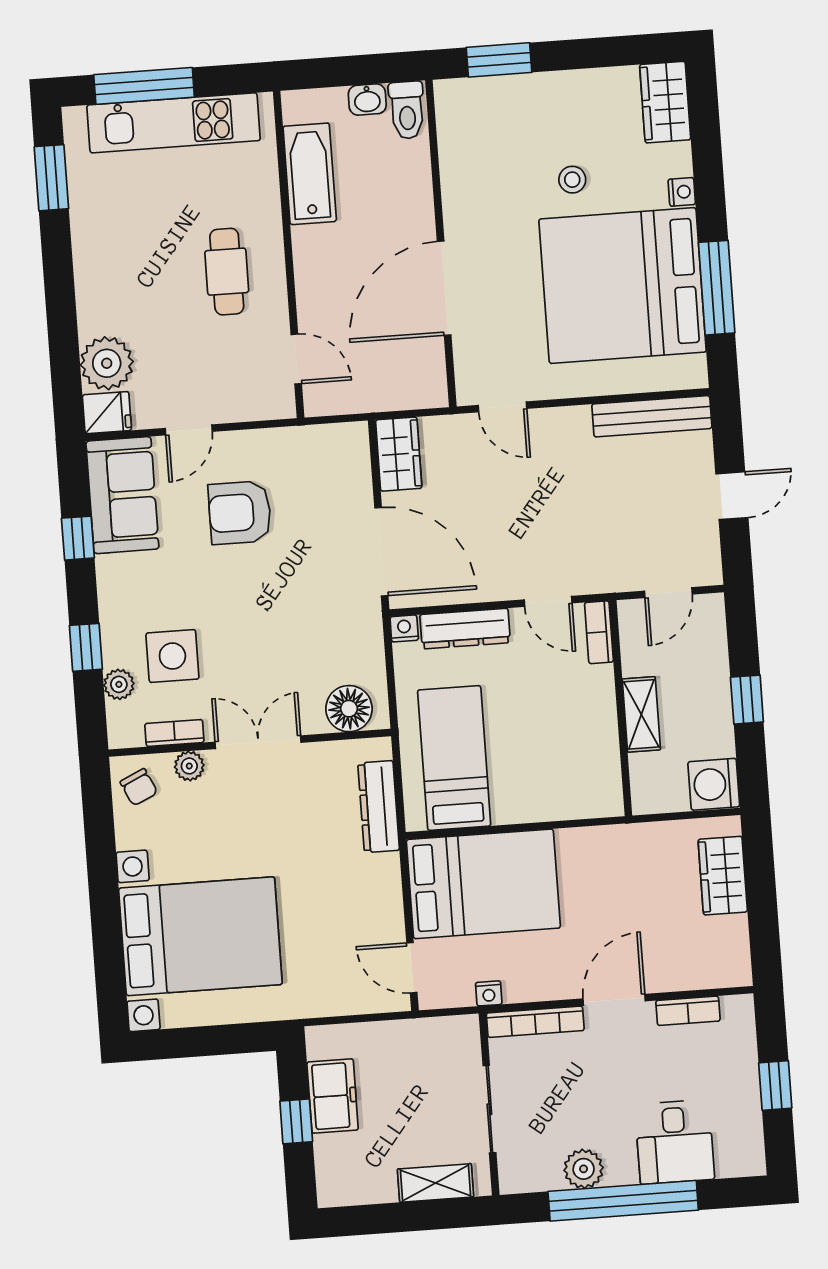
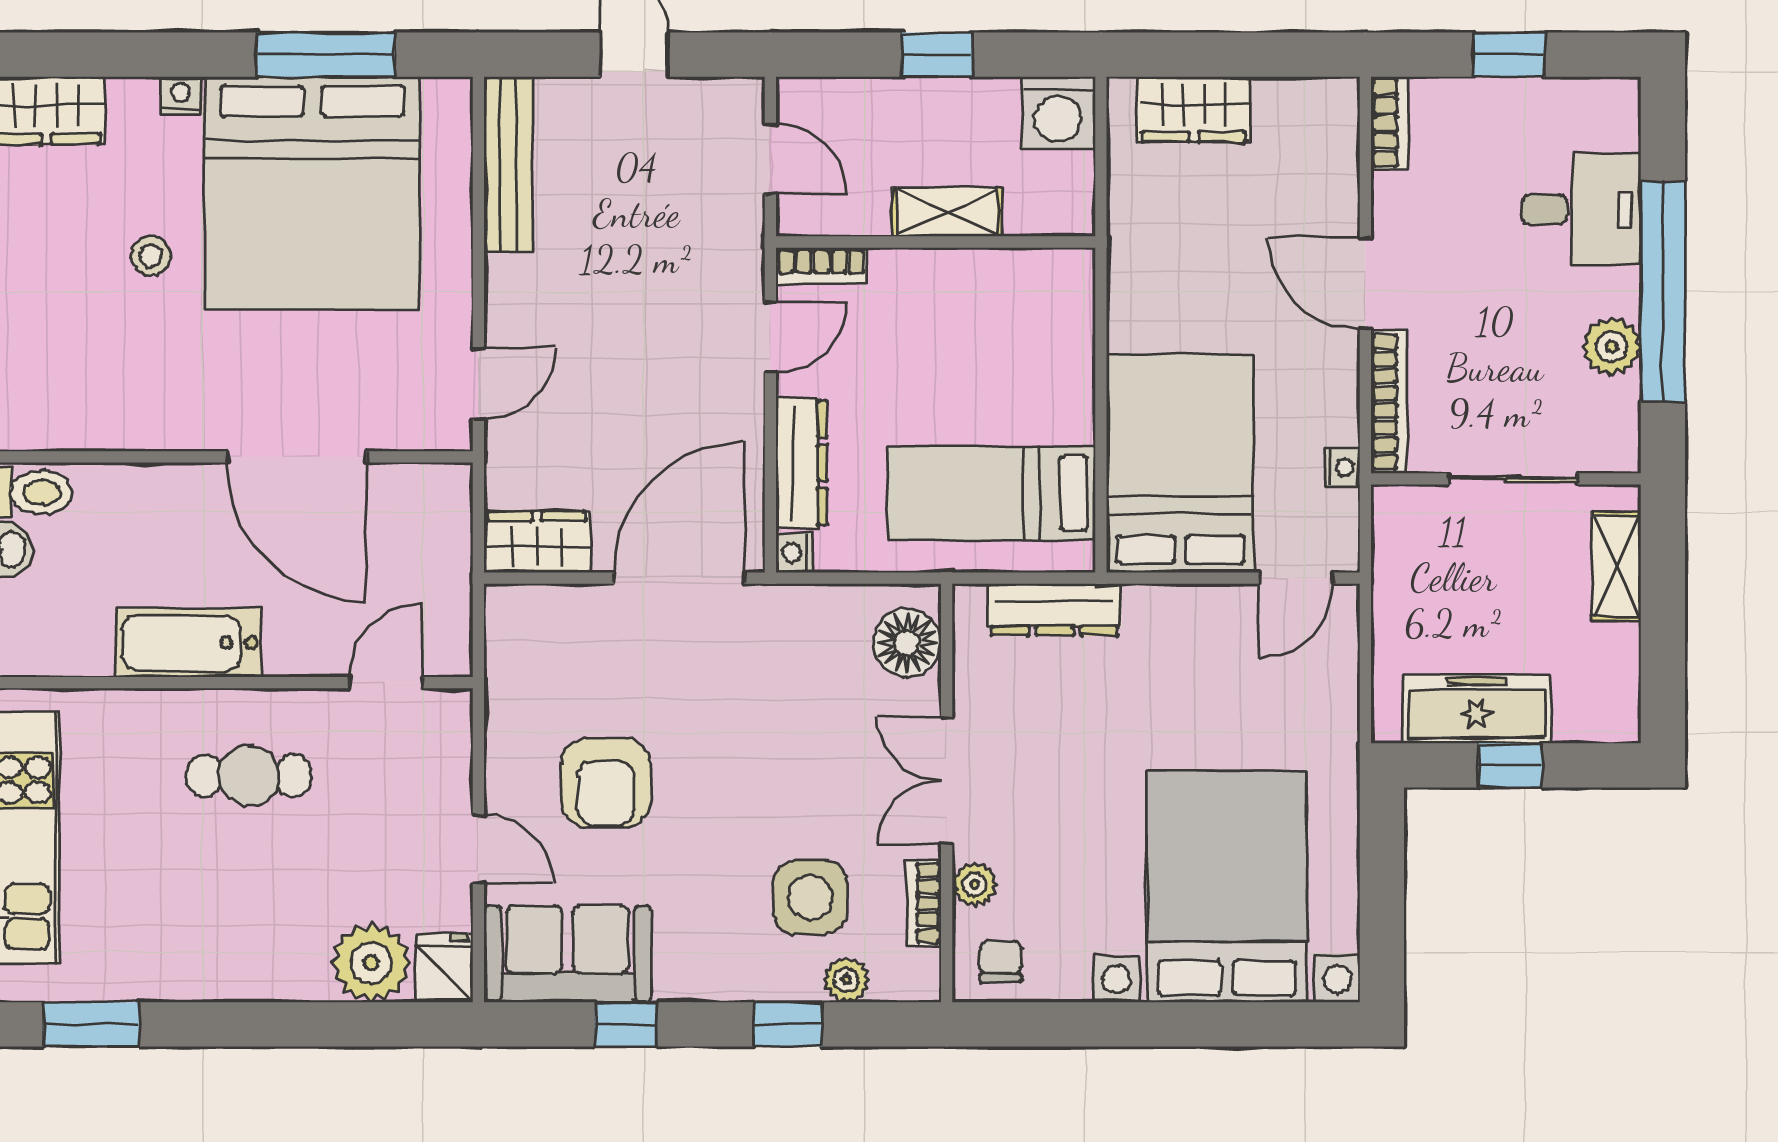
bathtub: (310, 174) -> (188, 643), moved
chair: (139, 787) -> (1000, 961), turned -65
bookcase: (688, 1011) -> (1389, 123), moved
freezer: (333, 1096) -> (1477, 709), width x1.40

